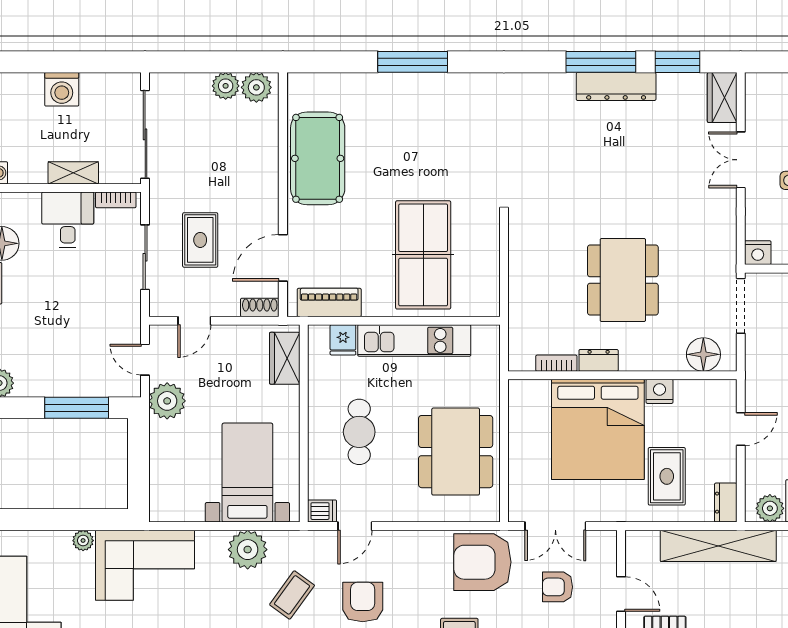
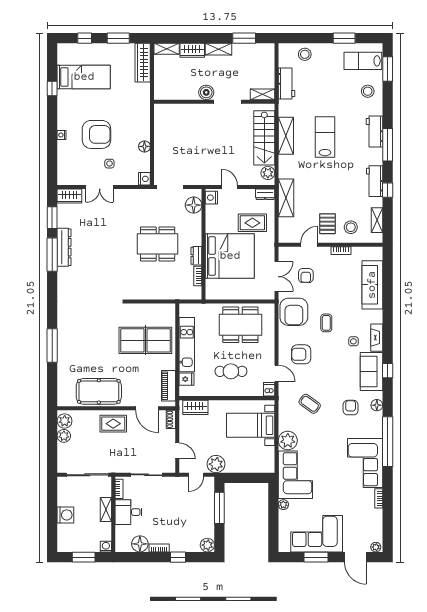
rug: (200, 240) -> (113, 424), moved
nightstand: (660, 391) -> (211, 198), moved
shelving: (718, 546) -> (286, 198), width x0.68
plant: (248, 550) -> (288, 441), moved
armchair: (363, 602) -> (301, 354), moved

